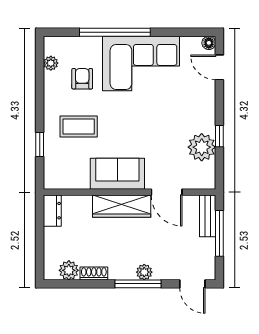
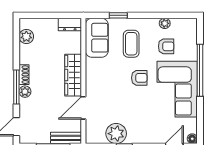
plant: (51, 63) -> (165, 23), moved
armchair: (125, 115) -> (139, 78), added
sofa: (117, 174) -> (97, 38), moved
shoe rack: (94, 273) -> (24, 75), moved

